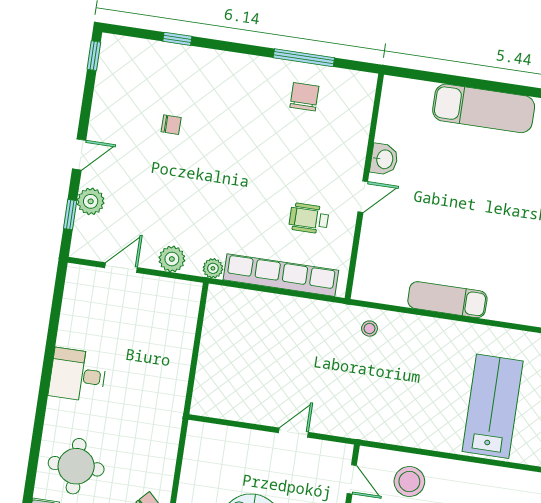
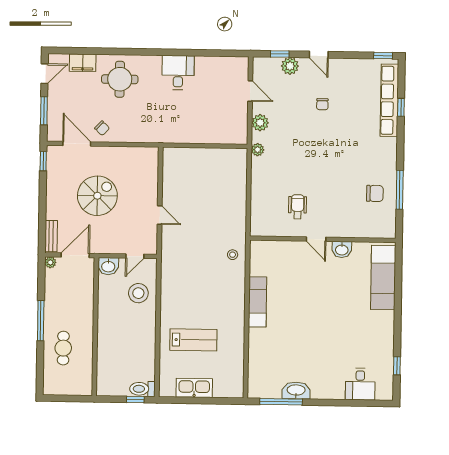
exam couch: (484, 108) -> (383, 277), moved
chair: (171, 125) -> (322, 104), moved
row of seats: (281, 275) -> (389, 100), moved, turned 180
lab bench: (493, 406) -> (193, 340), width x0.73, depth x0.72

